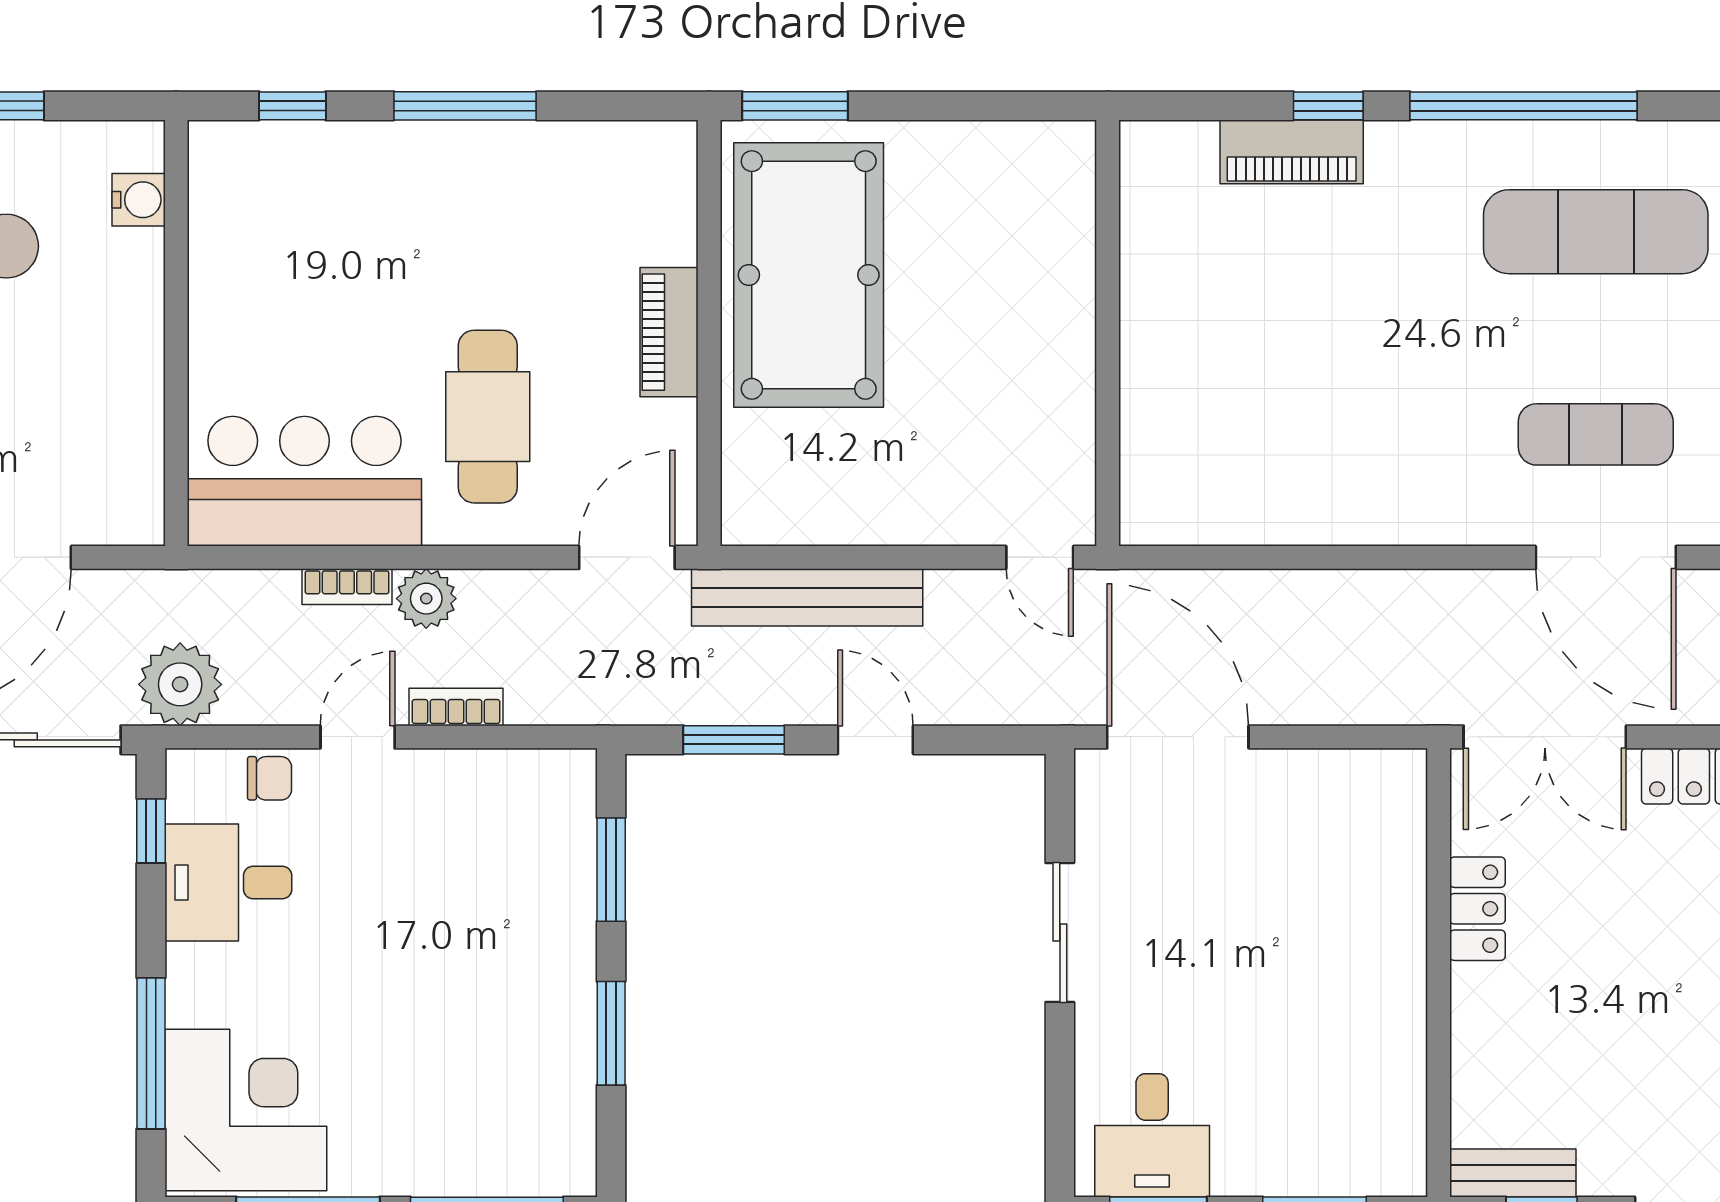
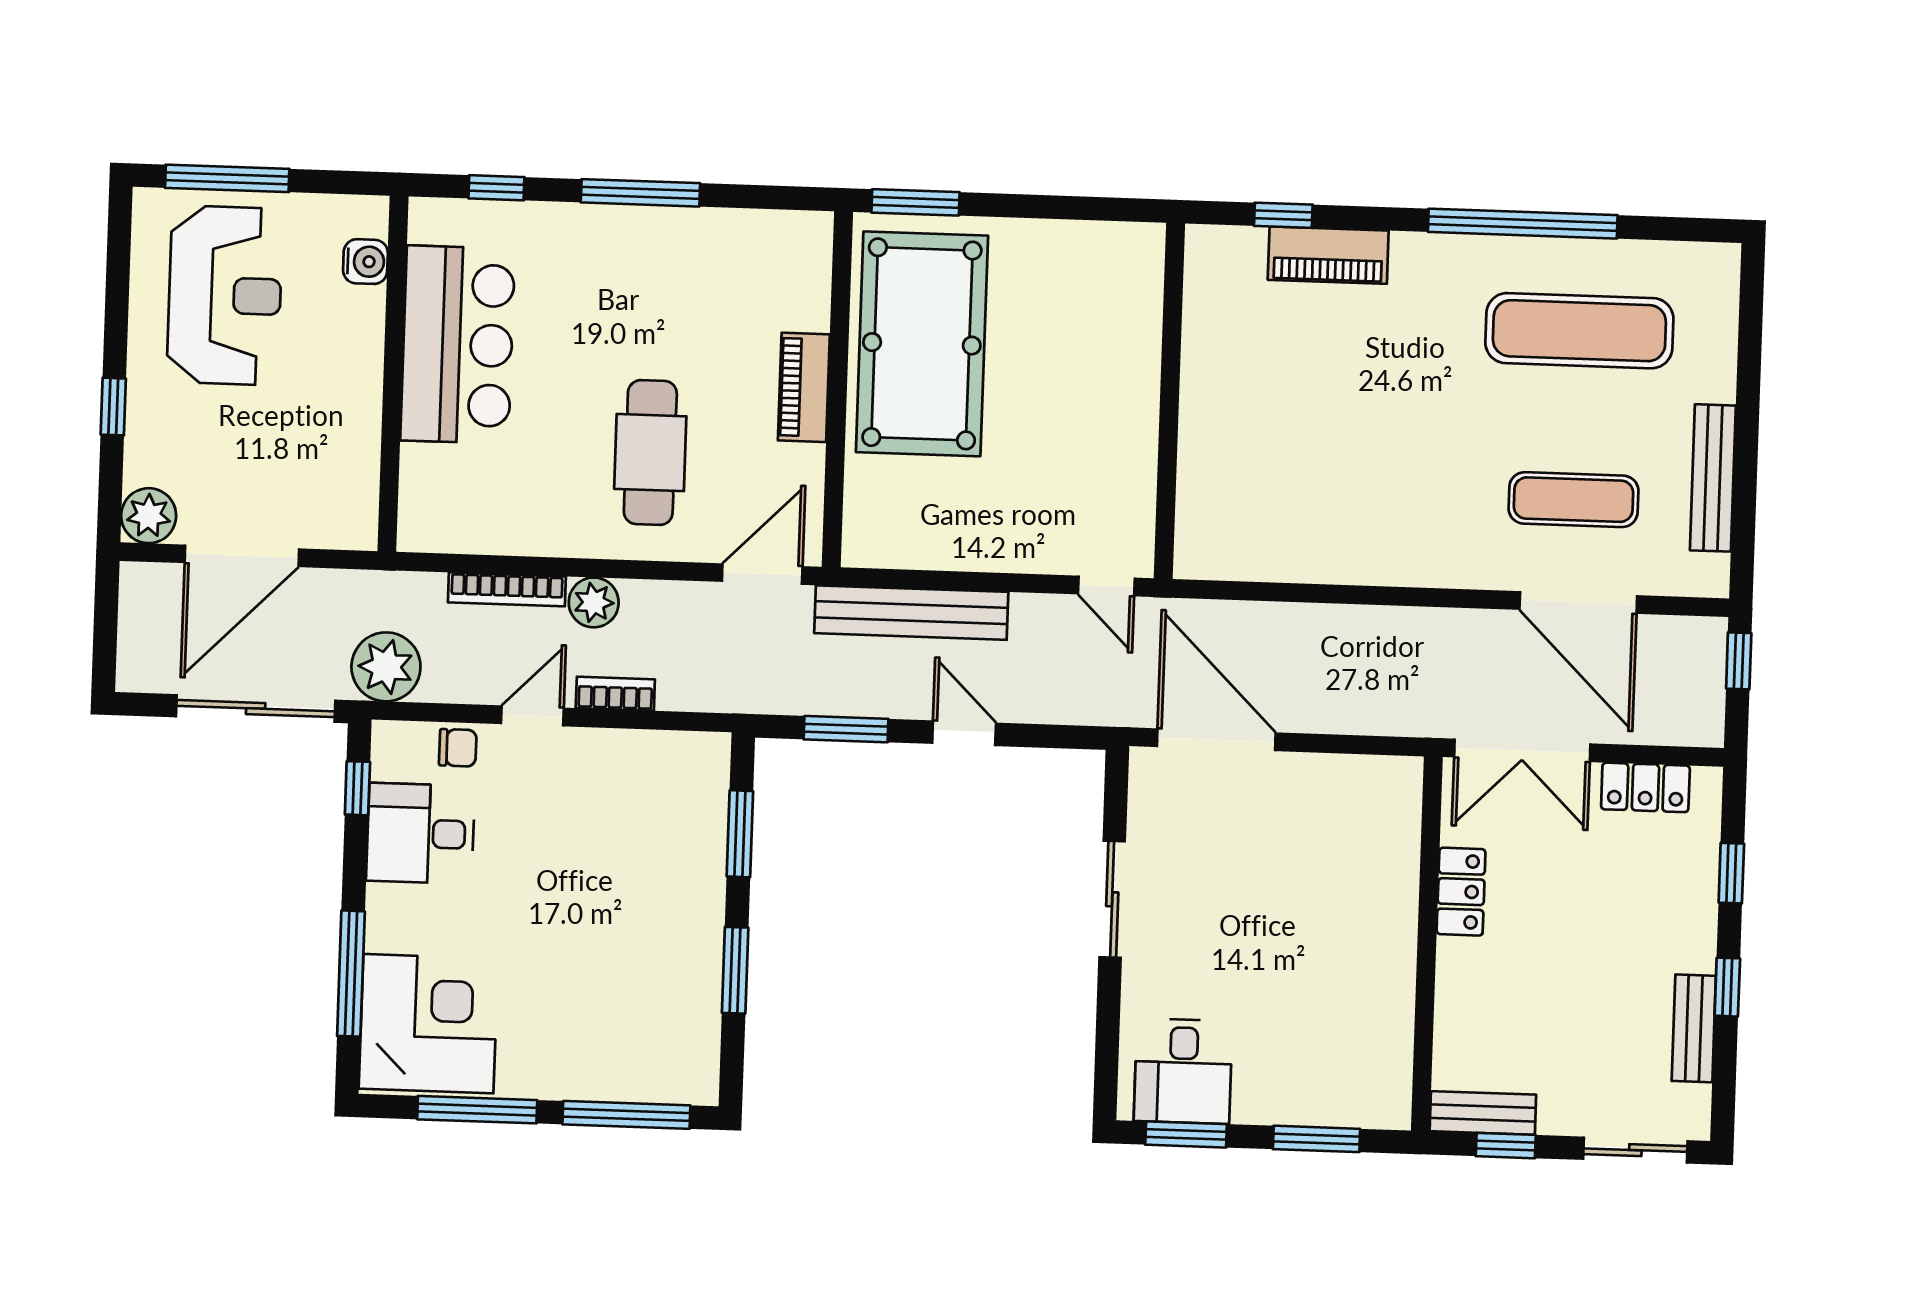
window: (1328, 106) -> (1283, 215), moved
bar counter: (304, 481) -> (458, 345), moved, turned 90
bookcase: (347, 587) -> (507, 589), width x1.56

